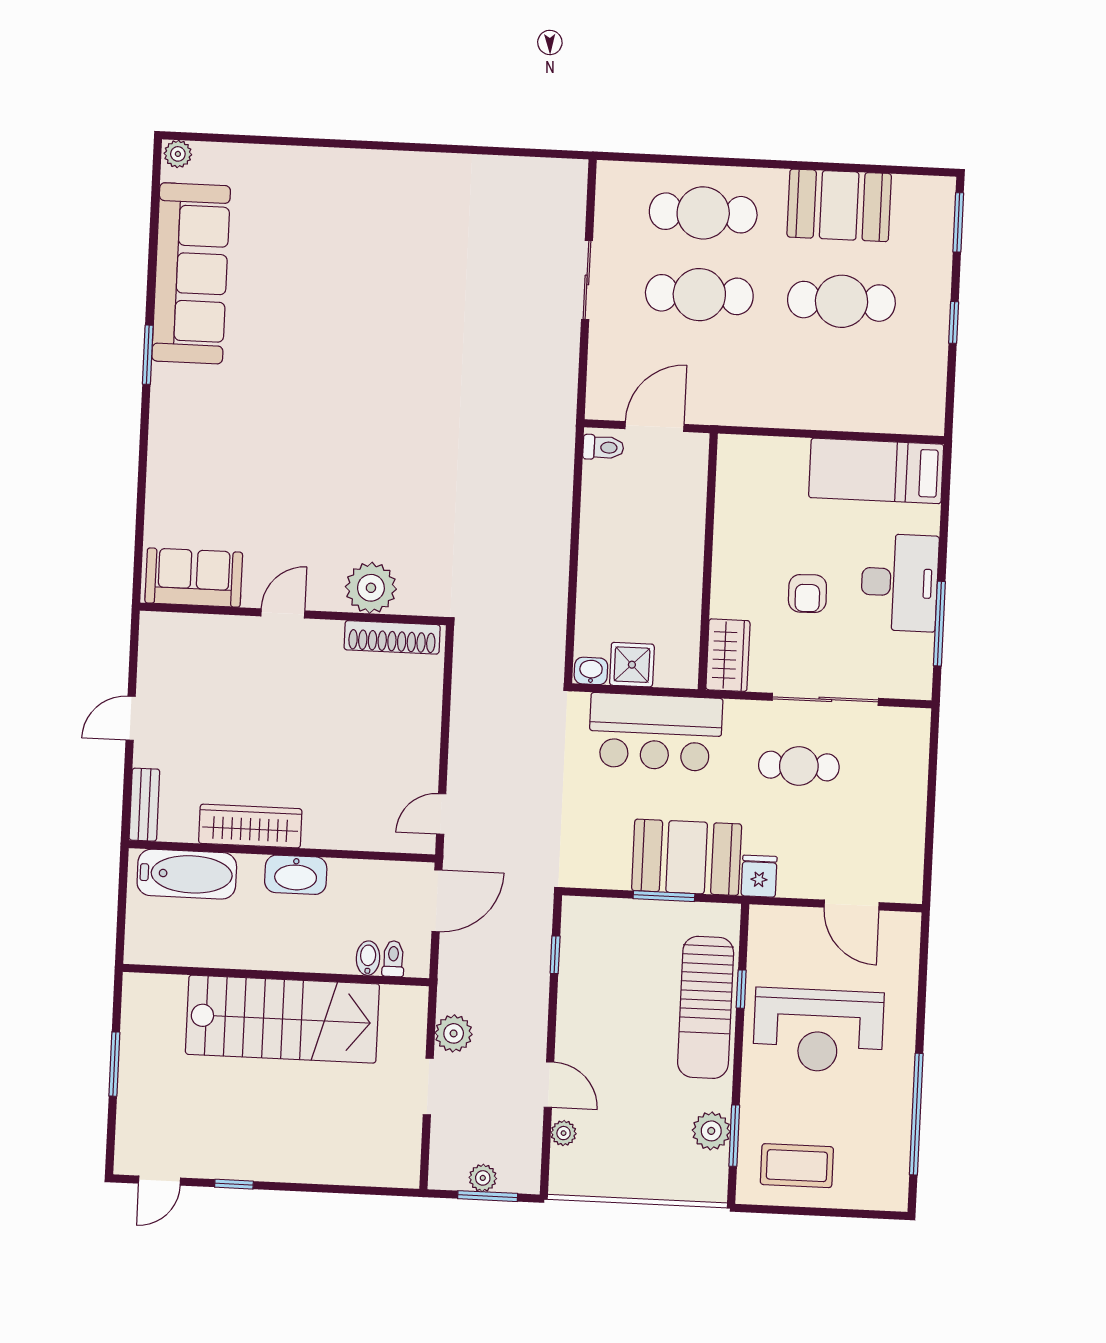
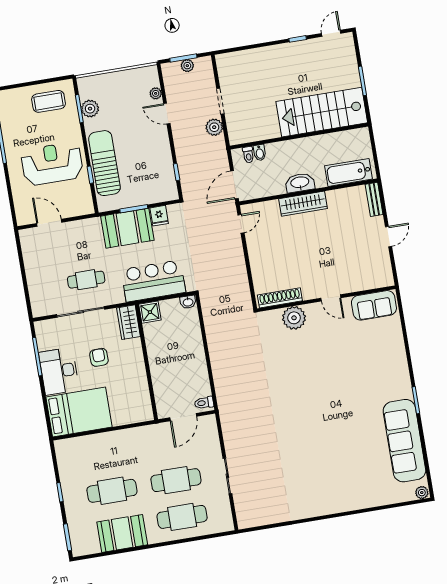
bed: (876, 471) -> (79, 412), width x1.50
door: (283, 613) -> (331, 298), hinge flipped
shower: (632, 665) -> (150, 312), moved
wardrobe: (250, 826) -> (303, 204), moved
fridge: (759, 876) -> (159, 216), moved
stairs: (282, 1019) -> (322, 112), moved

